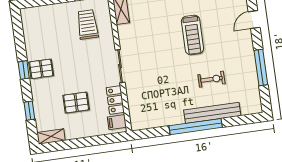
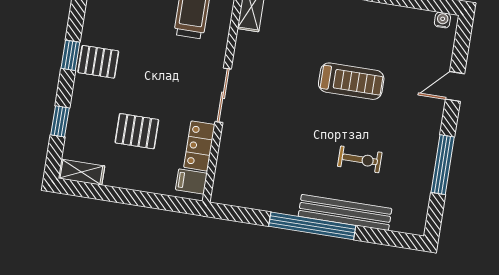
treadmill: (192, 35) -> (351, 81), turned -90

